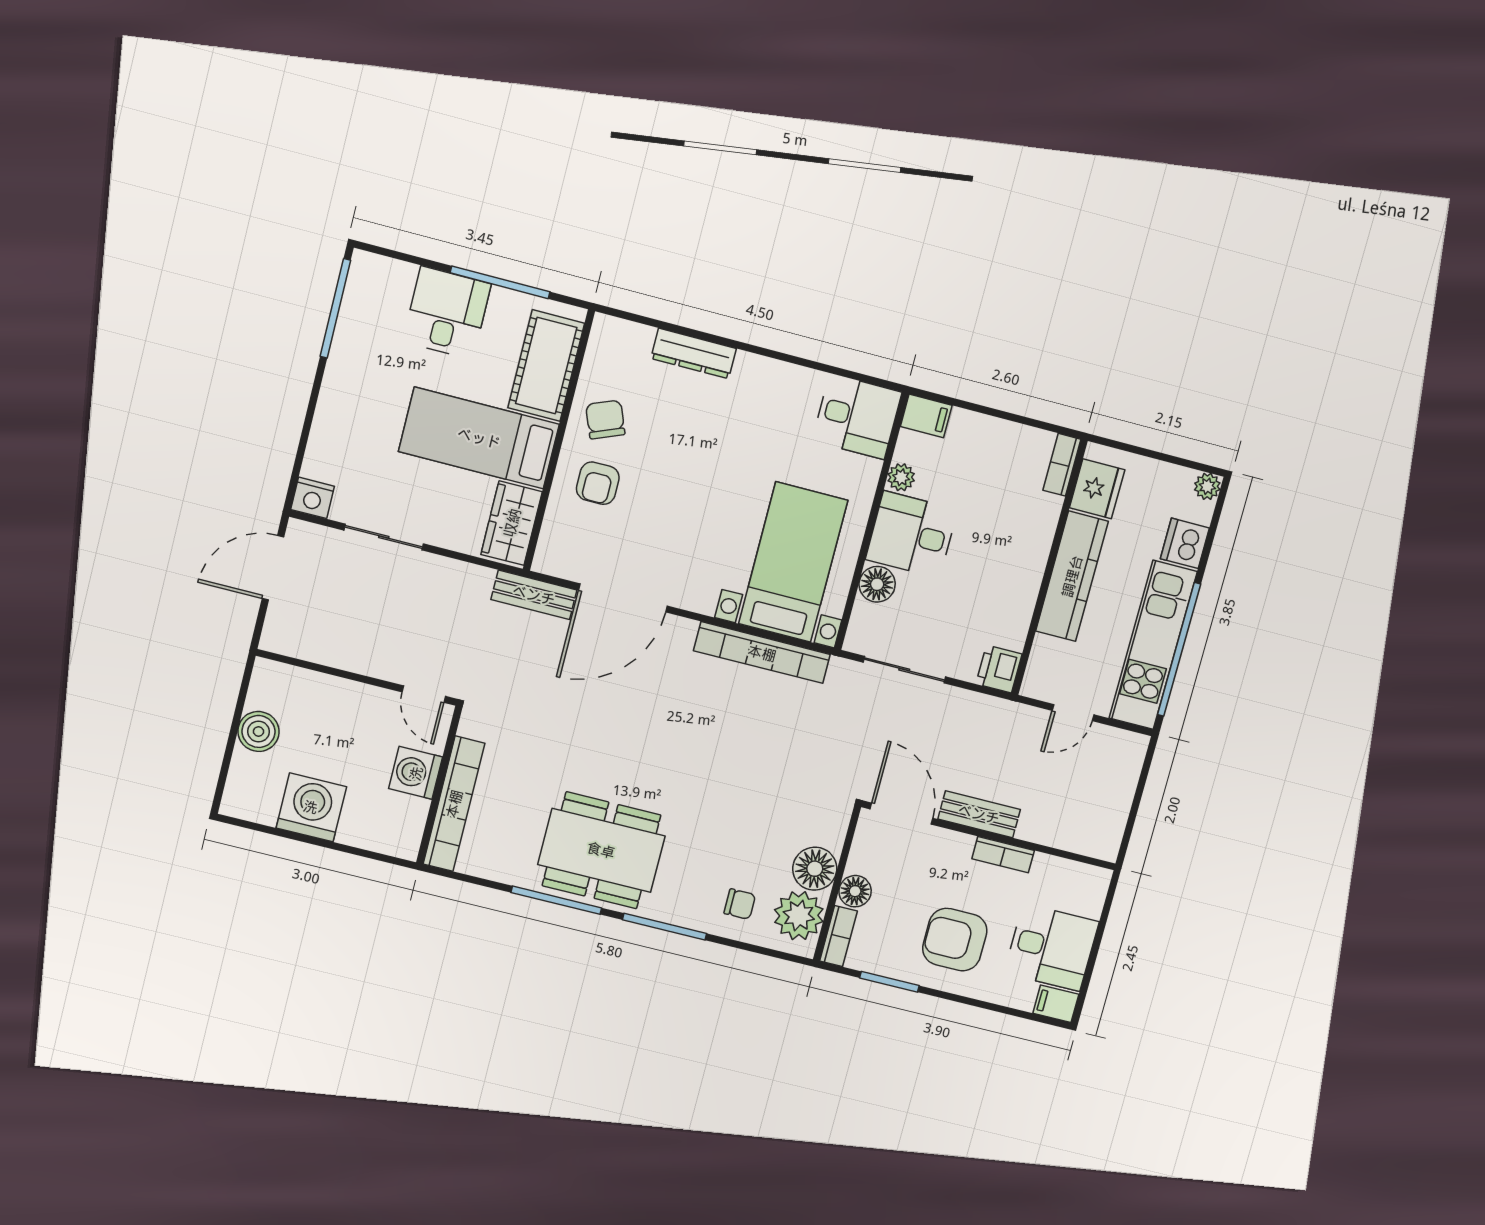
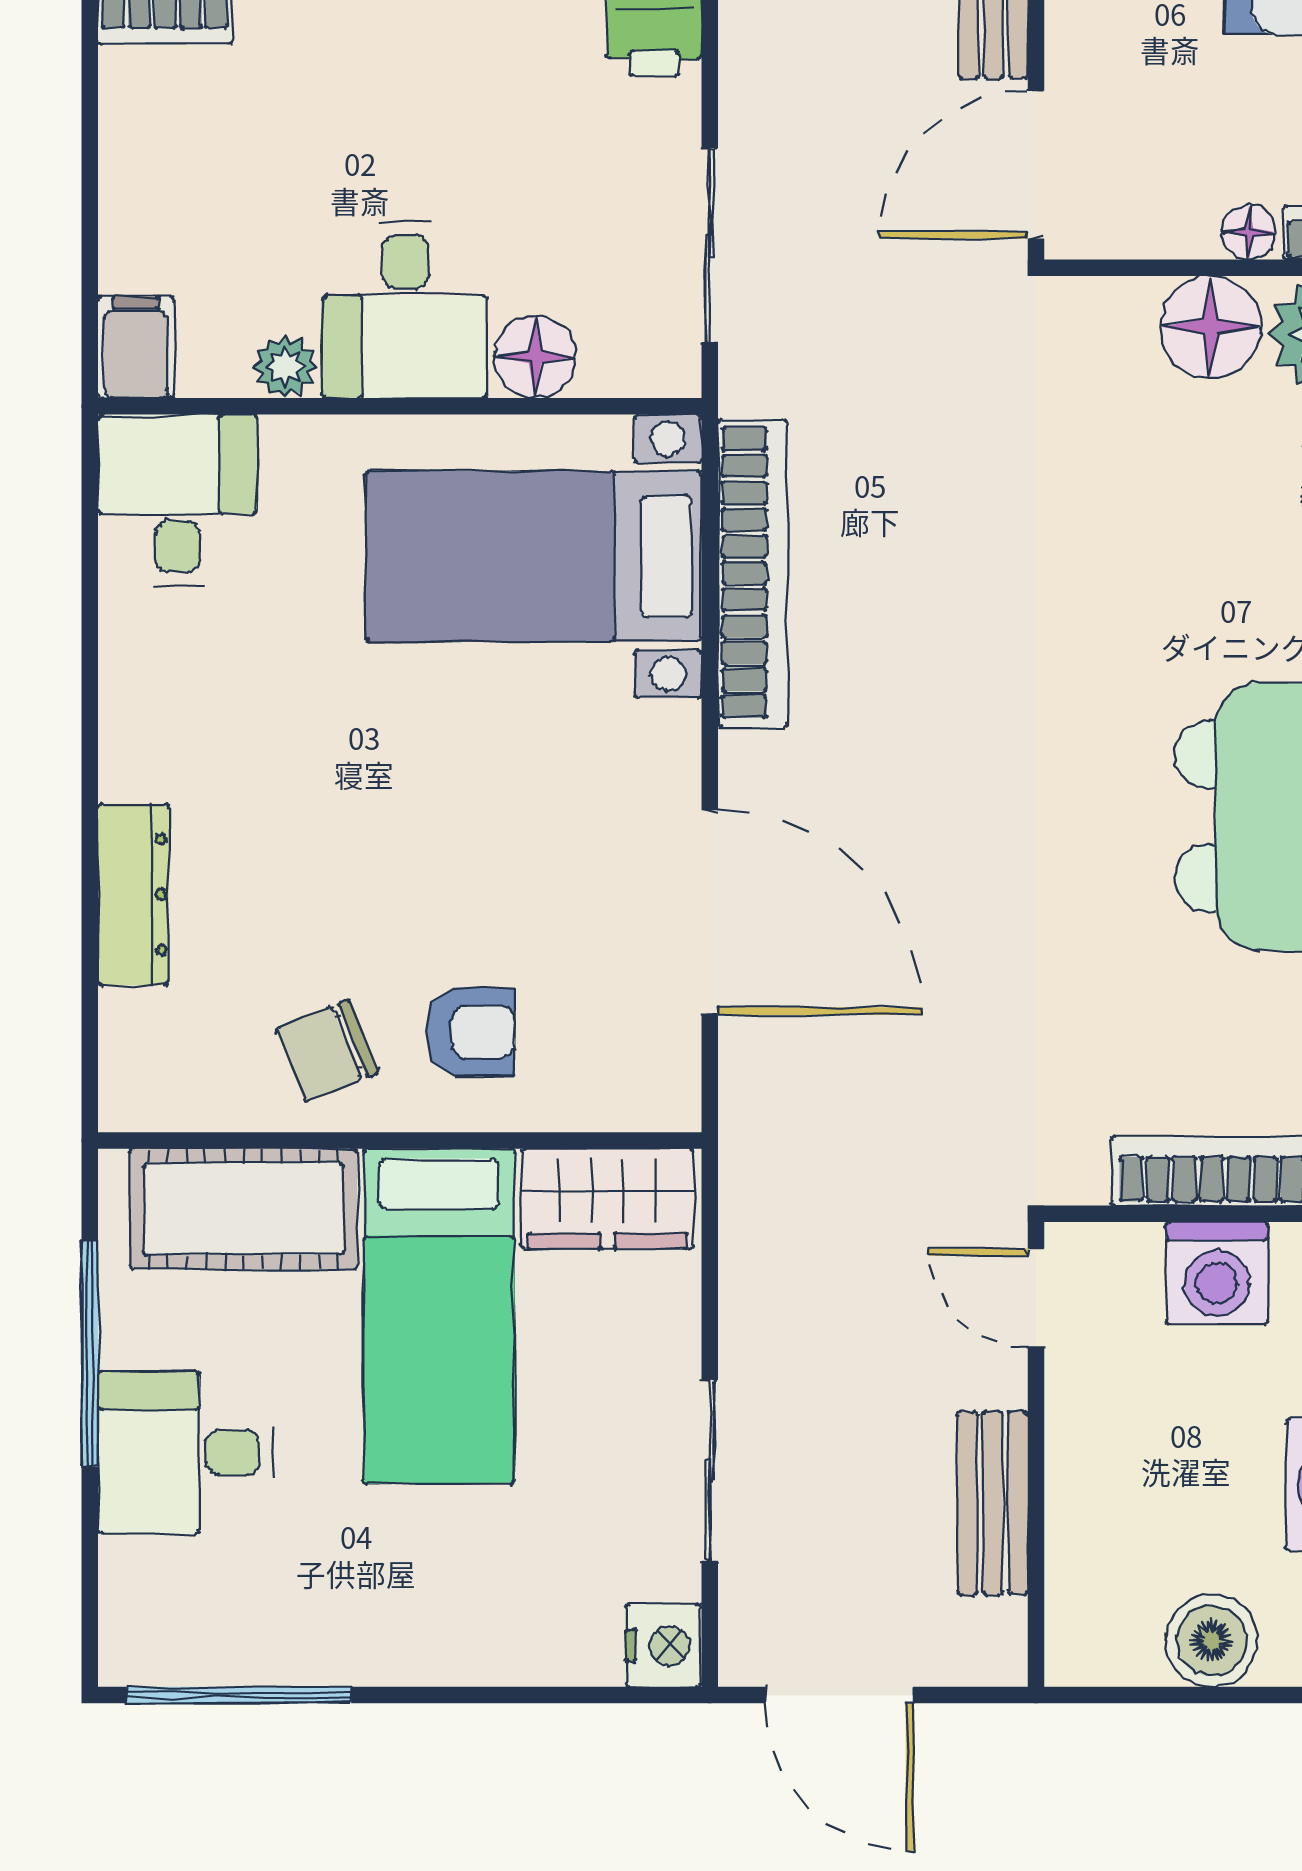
bench: (534, 595) -> (993, 1503), moved
door: (424, 694) -> (1036, 1298), swing flipped
floor lamp: (855, 891) -> (1249, 232), width x0.73, depth x0.73

